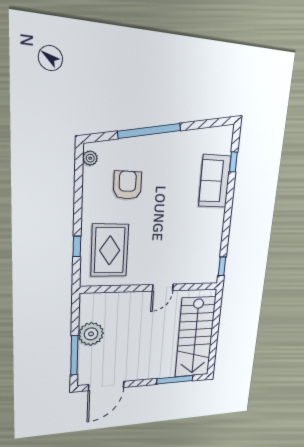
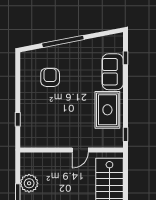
plant: (90, 158) -> (25, 61), removed
rug: (110, 250) -> (107, 110), moved

